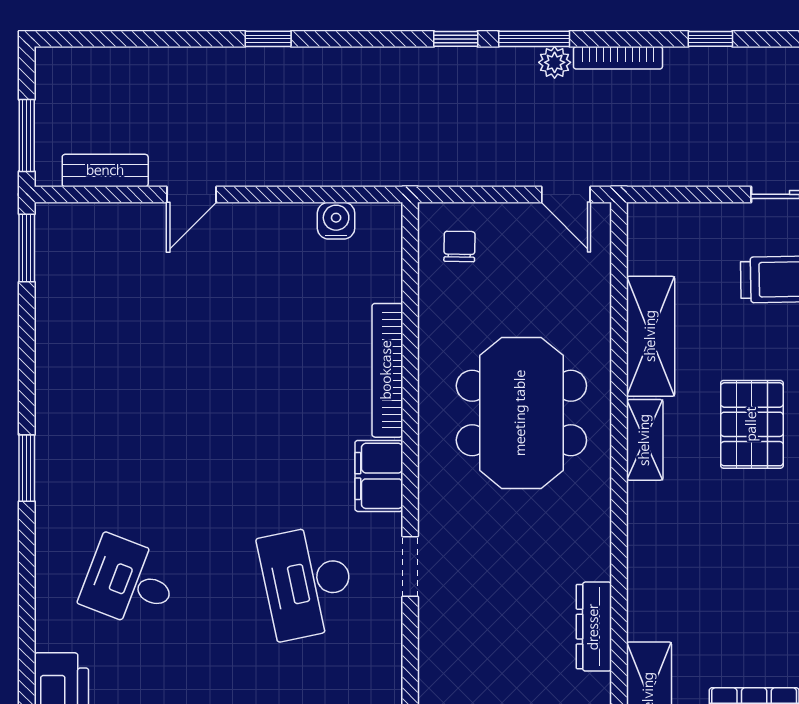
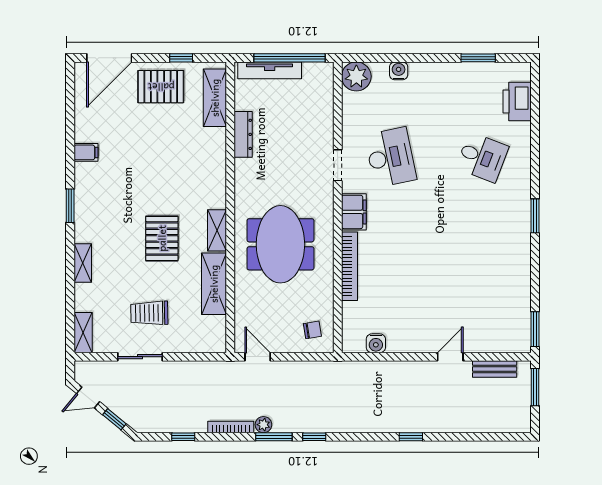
chair: (459, 246) -> (312, 330), turned -100

